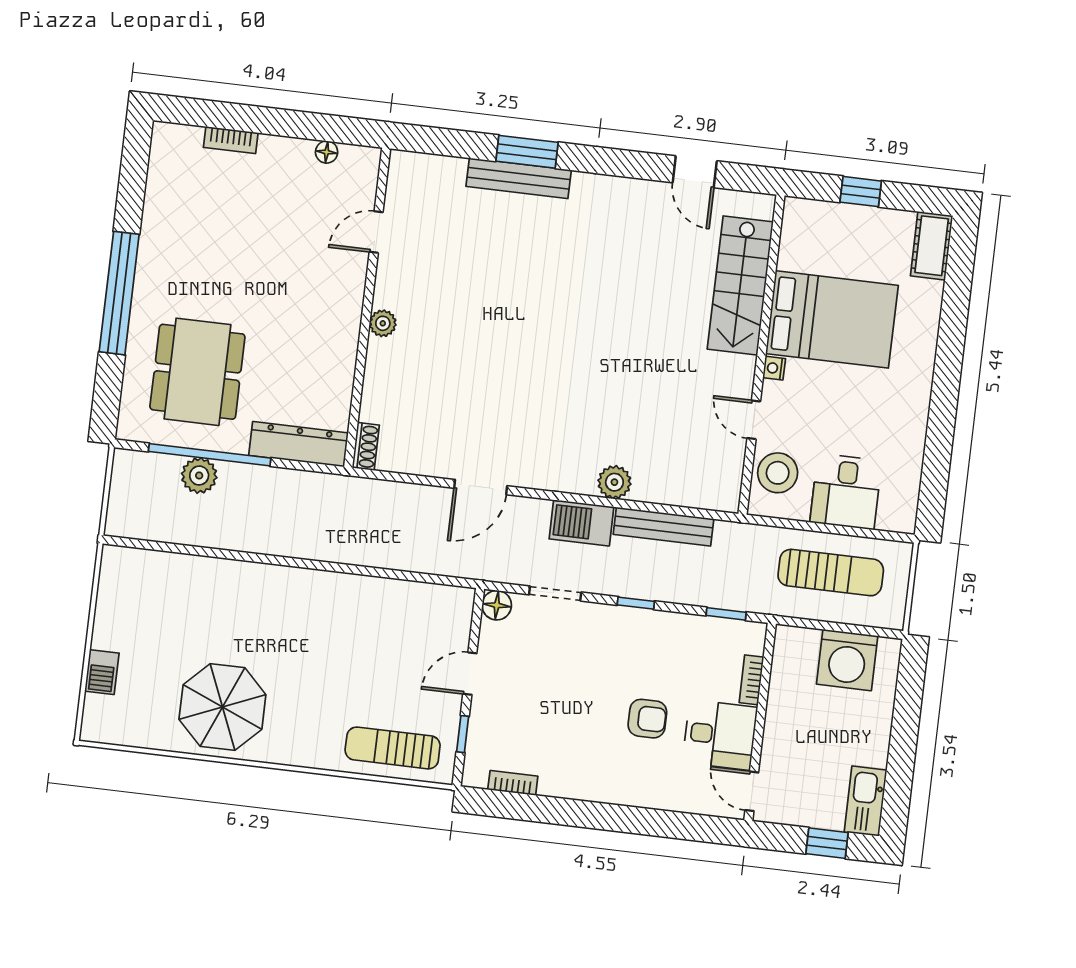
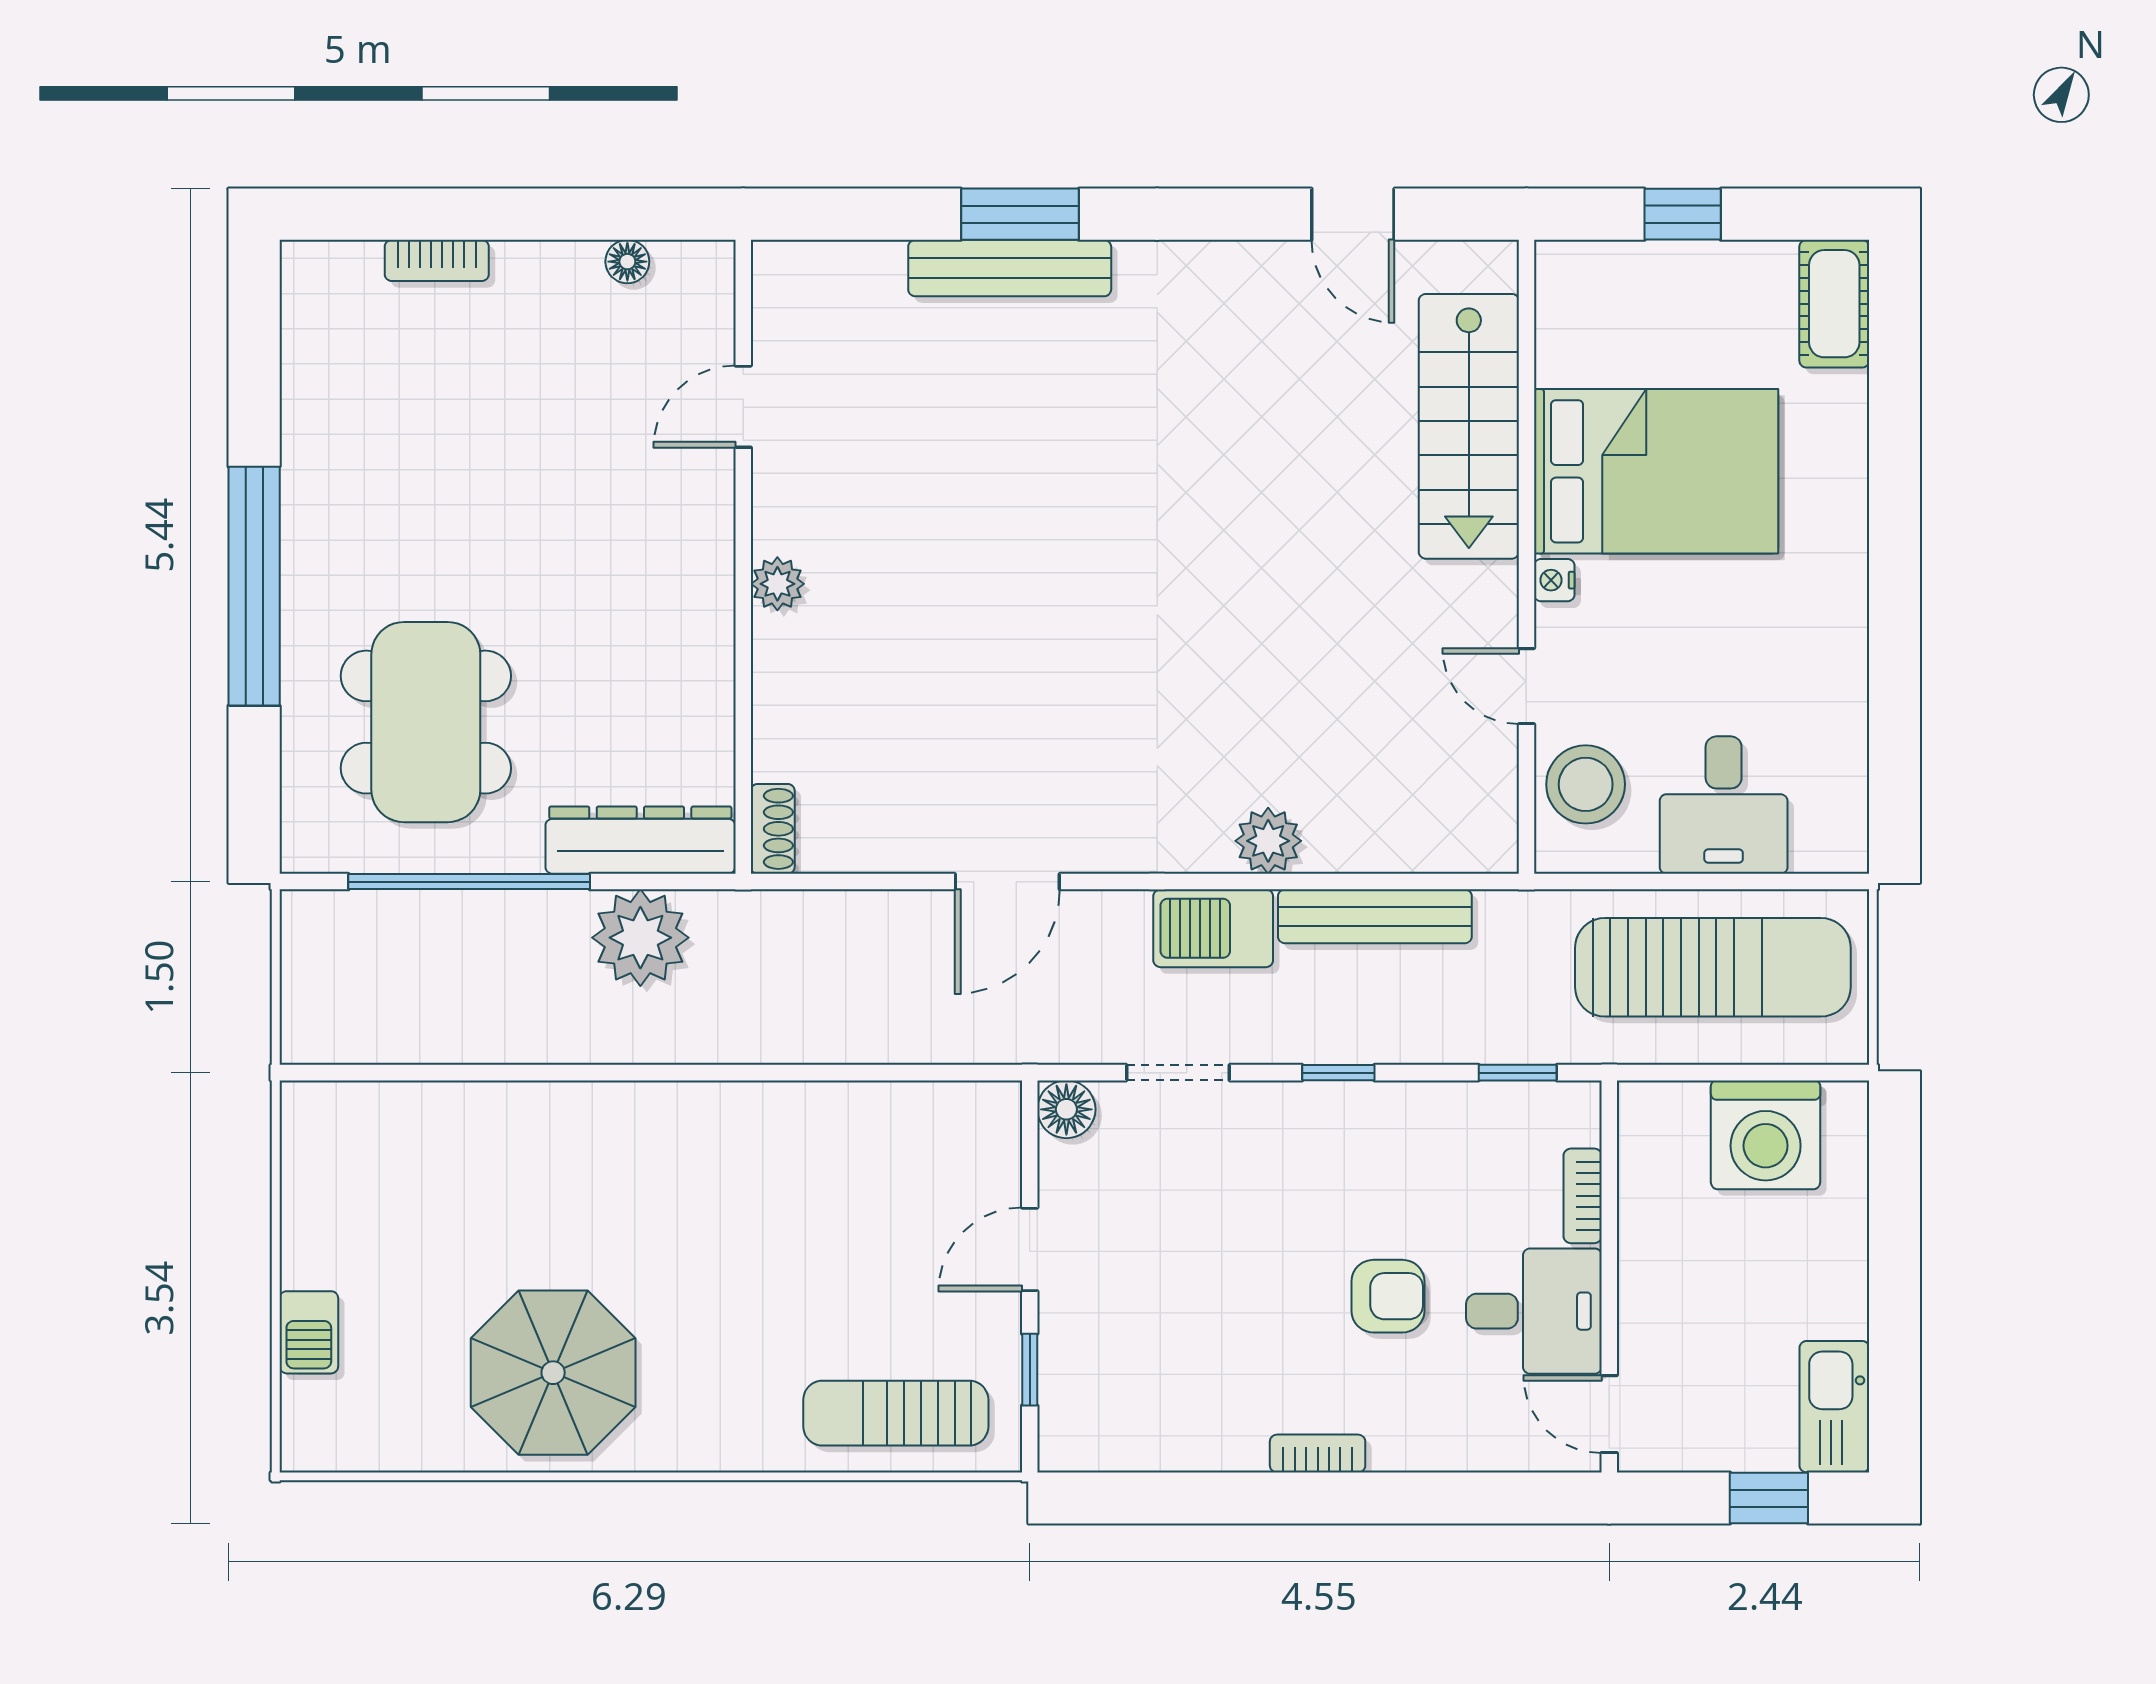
plant: (199, 476) -> (640, 938), moved, width x1.36, depth x1.36
sun lounger: (831, 573) -> (1713, 967), width x1.36, depth x1.34
bookcase: (513, 783) -> (1318, 1453), moved

